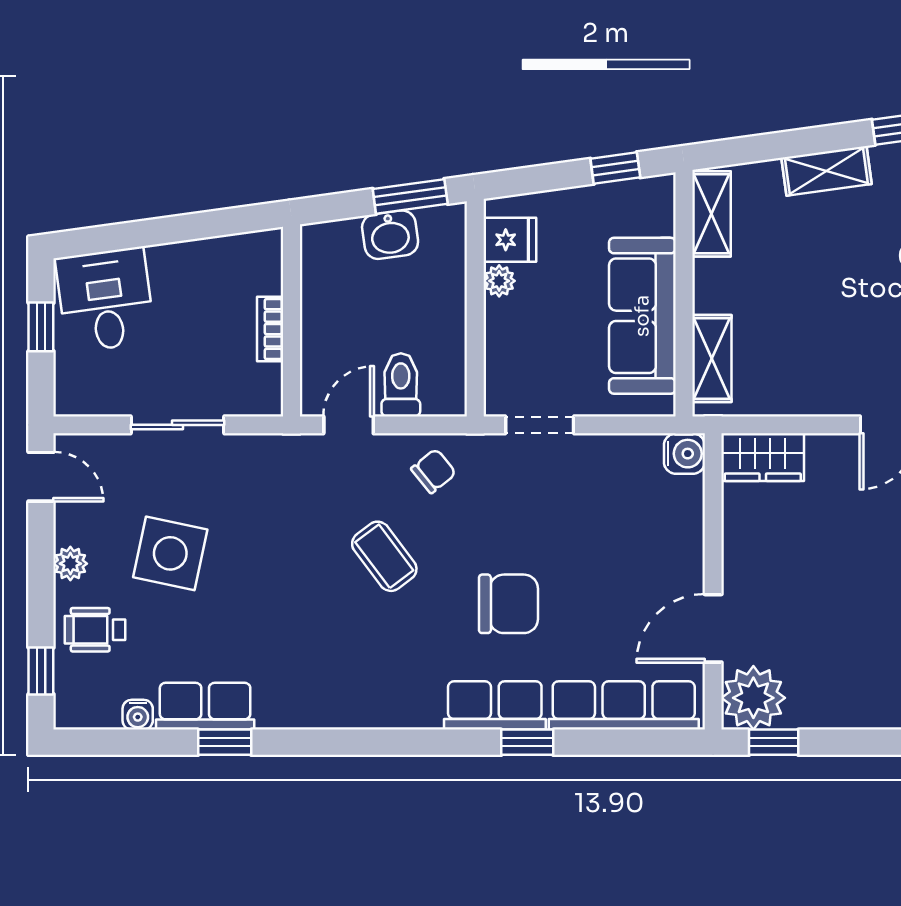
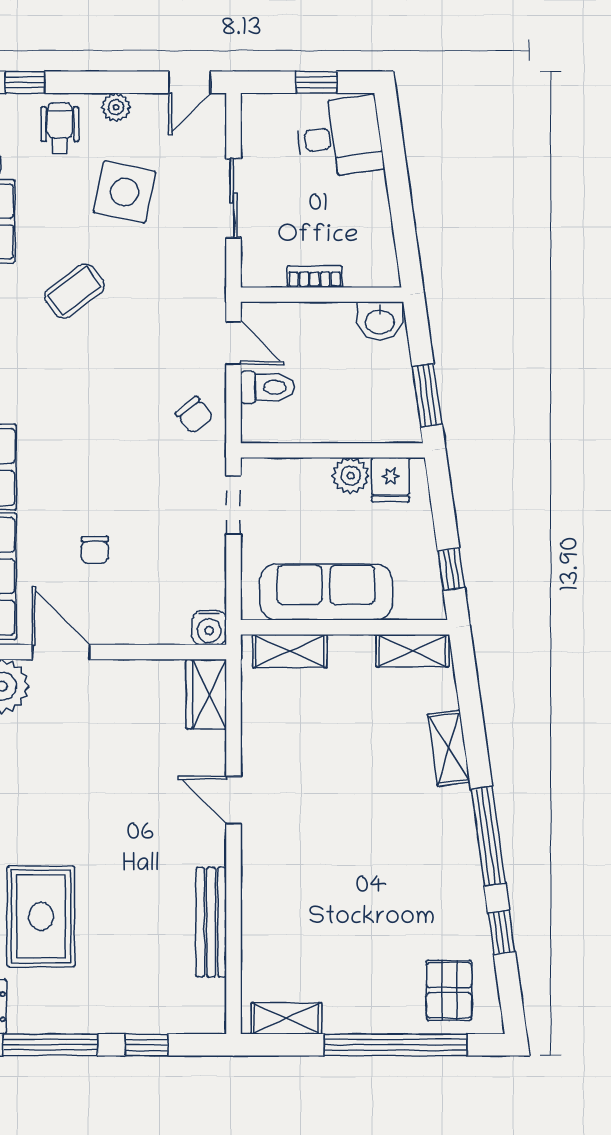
washbasin: (390, 235) -> (380, 321), moved, turned -82
plant: (499, 281) -> (351, 476), width x1.38, depth x1.38
coffee table: (384, 556) -> (74, 291), moved
chair: (508, 604) -> (95, 550), moved, width x0.54, depth x0.54

